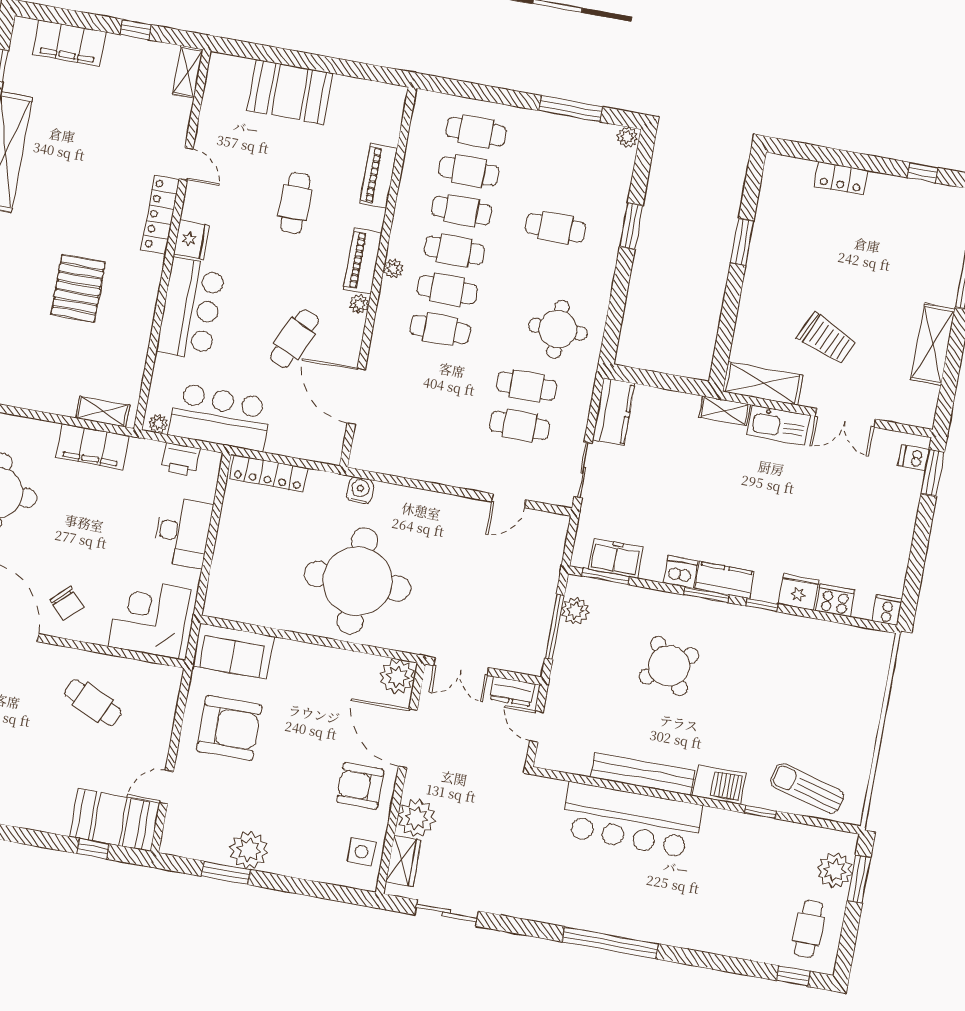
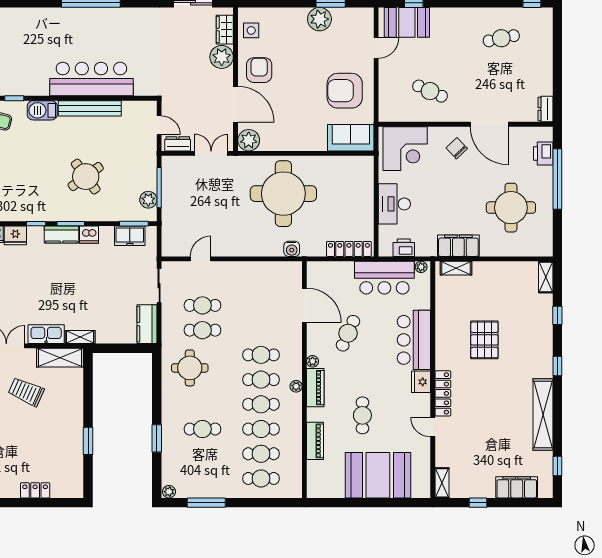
booth: (290, 92) -> (378, 475), width x1.36, depth x1.42
armchair: (360, 786) -> (259, 70), turned -90

